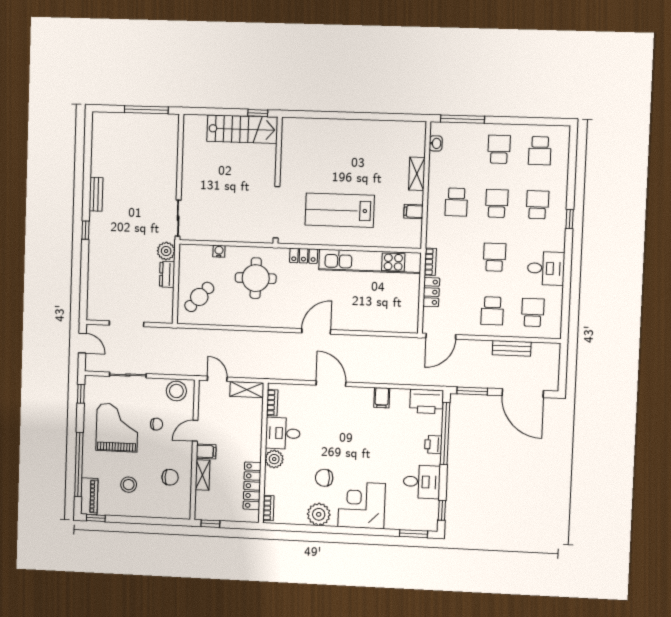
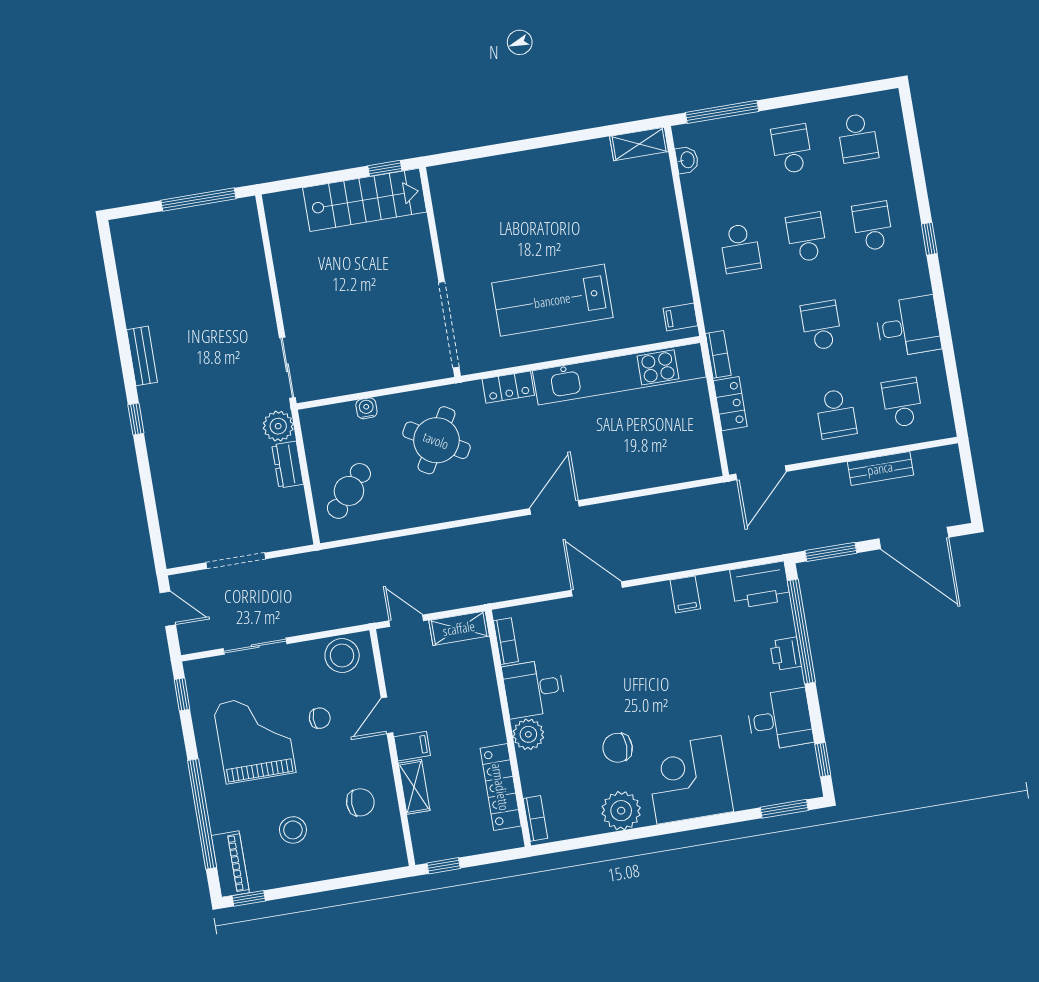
shelving: (417, 174) -> (639, 144), moved, turned 90
filing cabinet: (413, 211) -> (680, 317), moved
round table: (256, 278) -> (436, 440), turned 30

